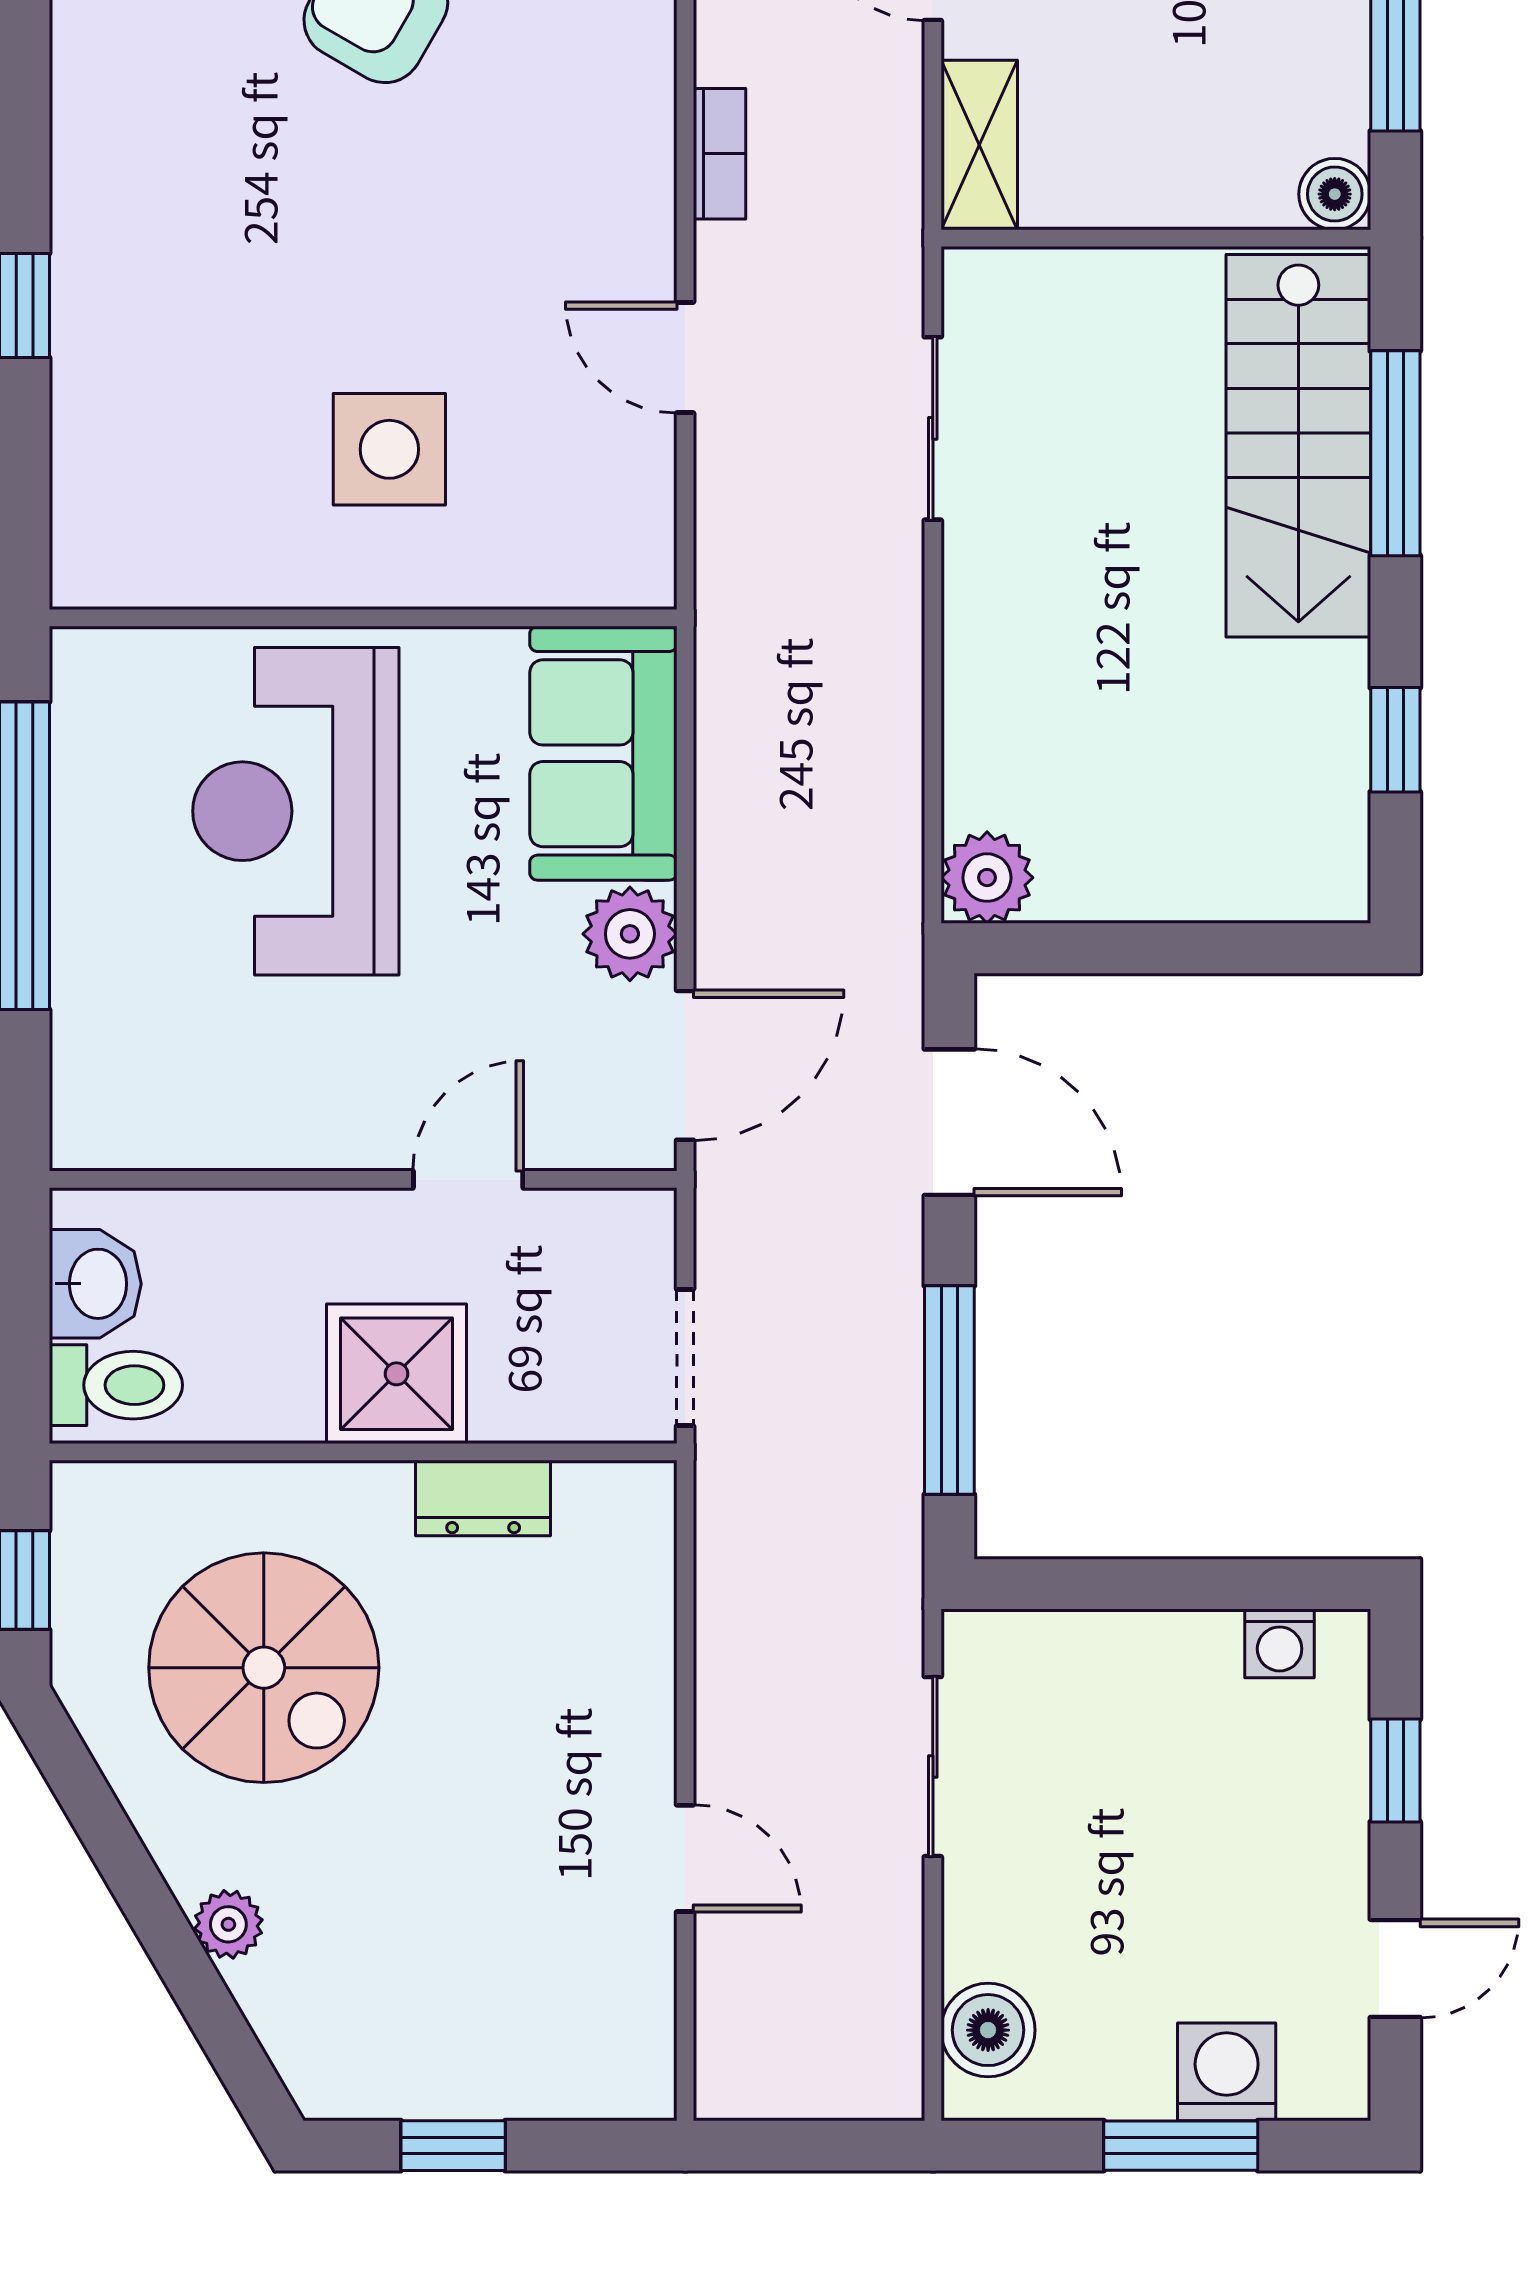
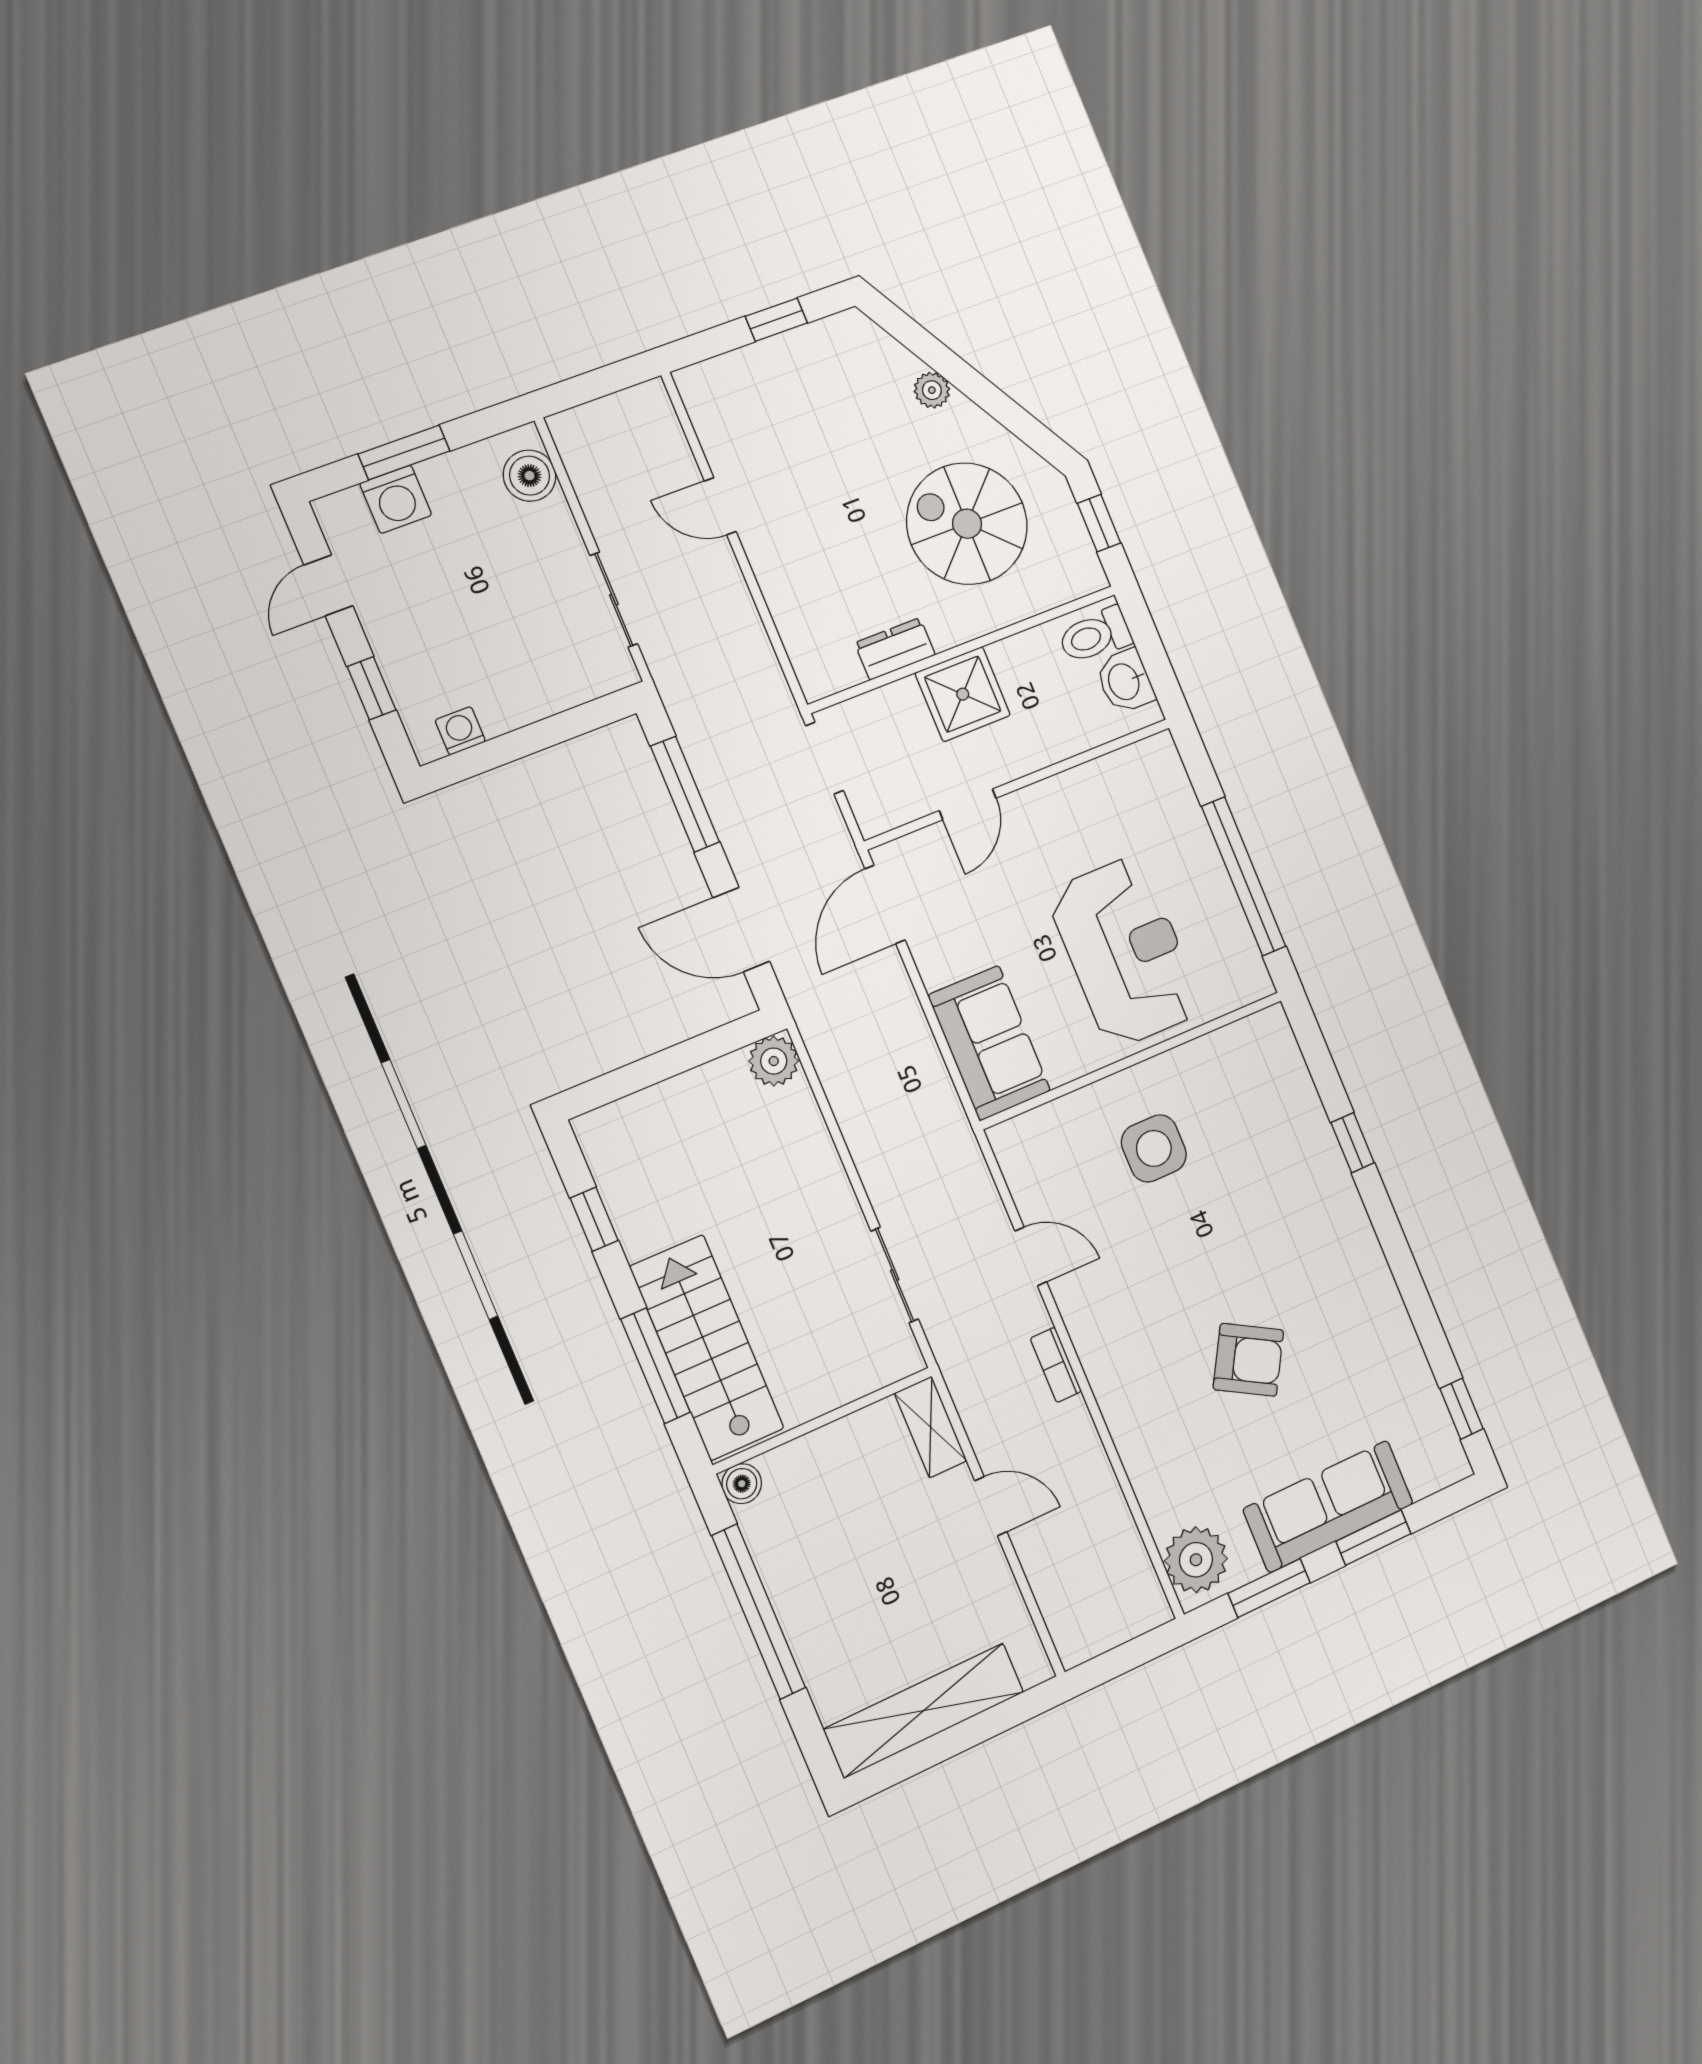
plant: (630, 934) -> (939, 959), removed

